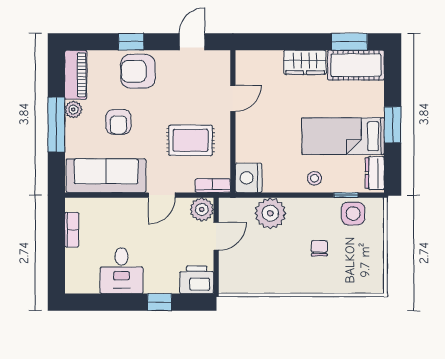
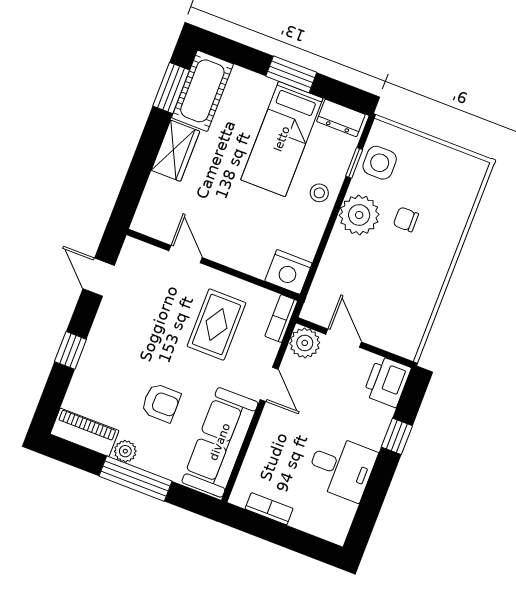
armchair: (138, 71) -> (109, 356), removed
plant: (270, 213) -> (359, 215), moved

